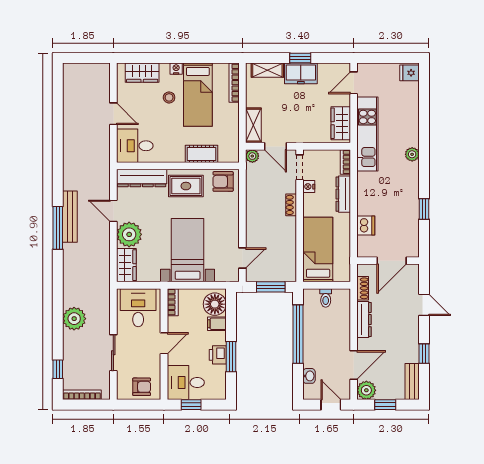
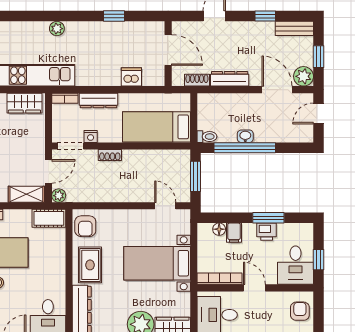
cot: (202, 154) -> (49, 218), moved, turned 90
toilet: (326, 298) -> (207, 137), moved
bookcase: (173, 302) -> (220, 279), width x1.56
floor lamp: (215, 304) -> (219, 229), width x0.53, depth x0.53
washbasin: (309, 376) -> (245, 136), moved

